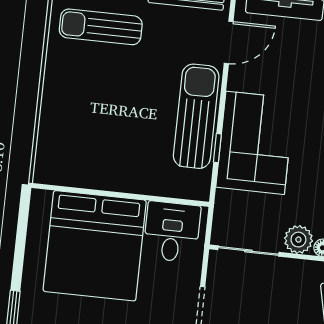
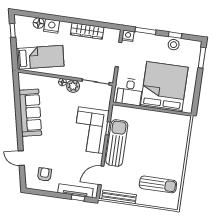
sun lounger: (196, 116) -> (117, 143), turned 180

